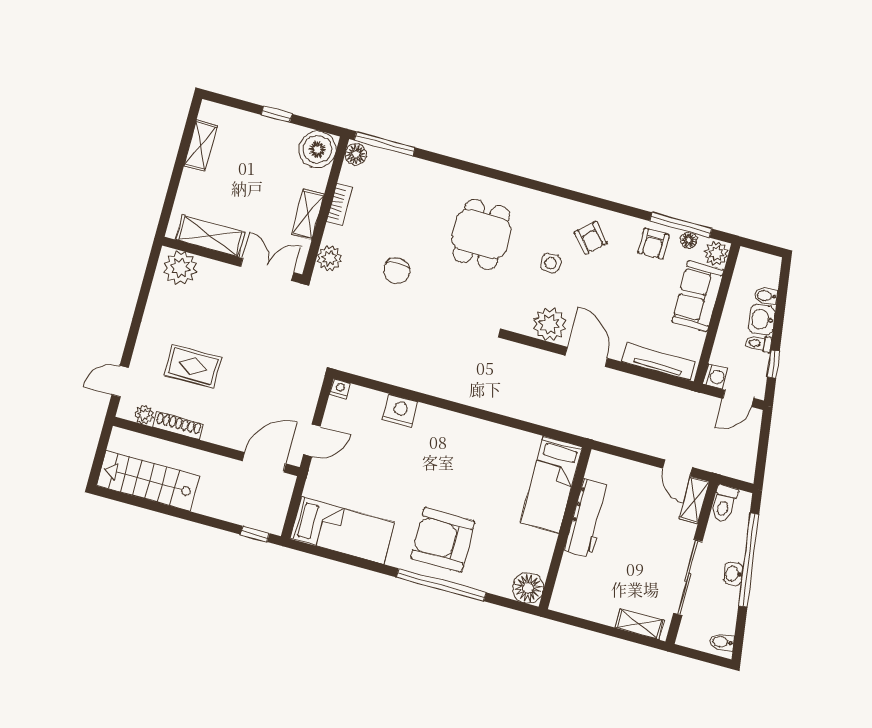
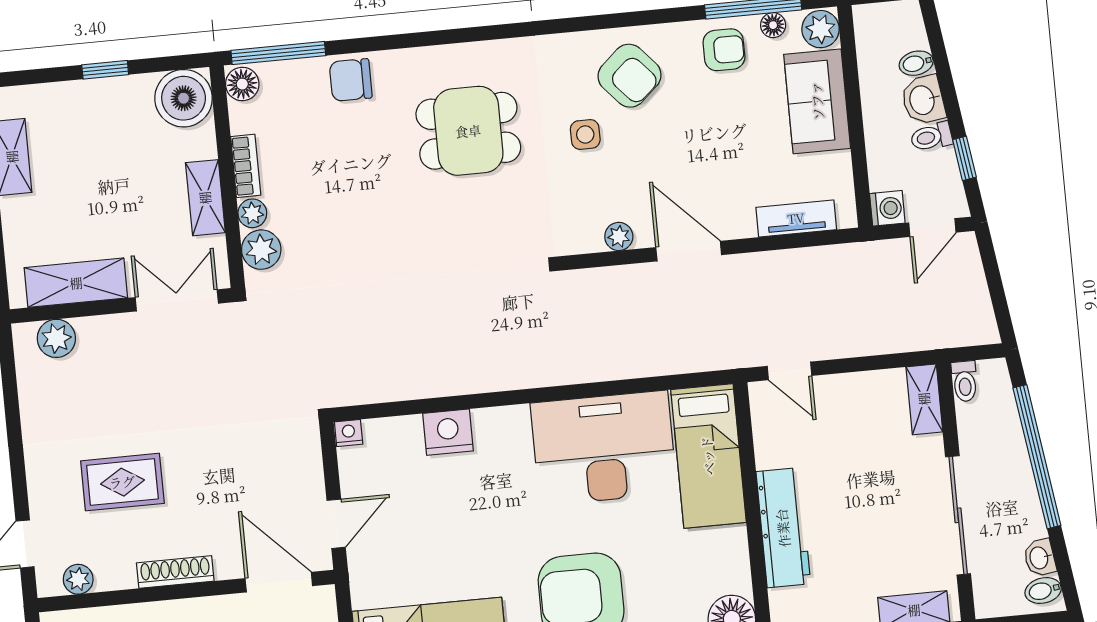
plant: (332, 234) -> (252, 213), added
dining table: (481, 234) -> (468, 131), turned 90
armchair: (591, 238) -> (630, 76), width x1.38, depth x1.38
armchair: (653, 244) -> (724, 50), turned -90
plant: (180, 268) -> (56, 338), width x0.73, depth x0.73
chair: (397, 271) -> (351, 80), moved, turned 90
plant: (550, 324) -> (619, 236), width x0.53, depth x0.53
tv unit: (658, 362) -> (796, 218), width x0.71
shoe rack: (178, 425) -> (175, 572), moved
desk: (490, 456) -> (604, 448), added
door: (264, 462) -> (279, 582), hinge flipped
door: (678, 468) -> (789, 371), moved
toilet: (724, 504) -> (965, 381), width x0.73, depth x0.72
workbench: (587, 518) -> (783, 528), moved
washbasin: (733, 574) -> (1040, 558), moved

